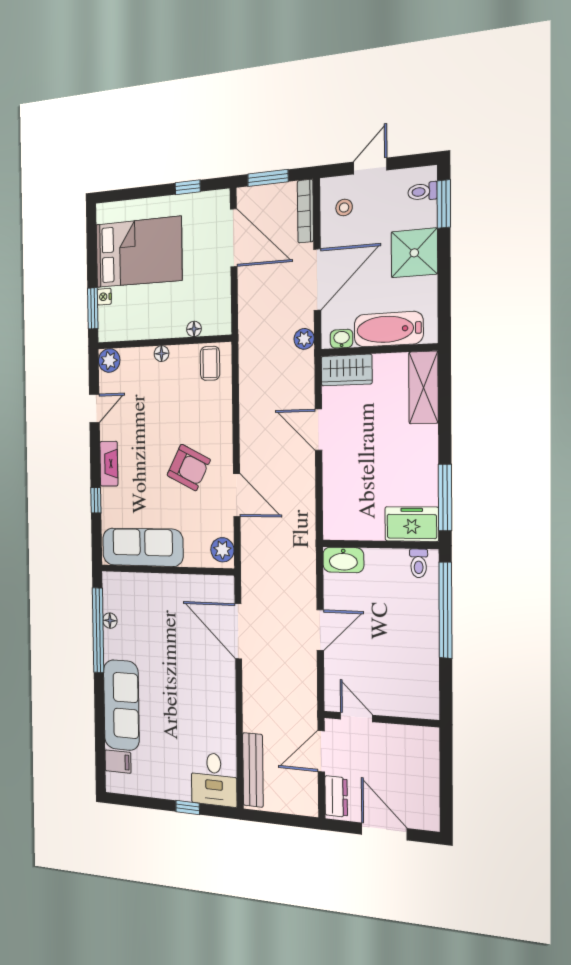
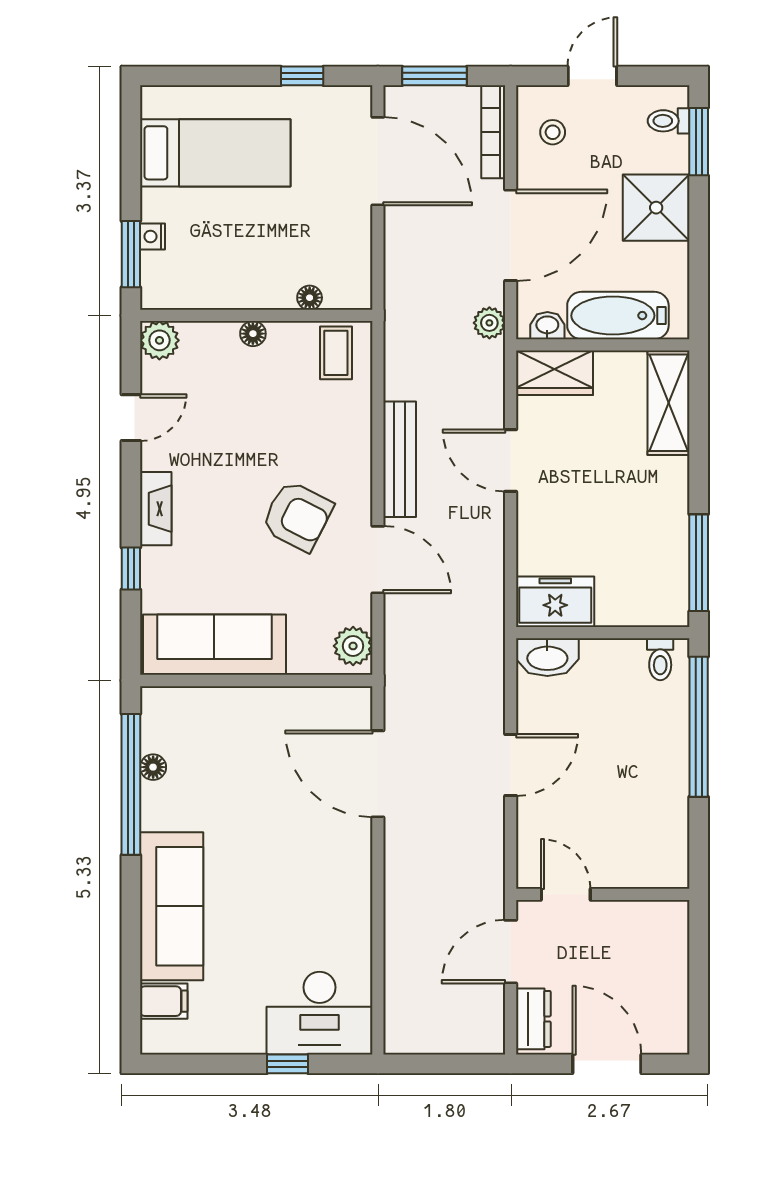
bed: (139, 252) -> (215, 153), width x0.67
freezer: (412, 524) -> (555, 602), moved
bench: (253, 770) -> (400, 459), moved
desk: (214, 779) -> (320, 1013), width x1.37

